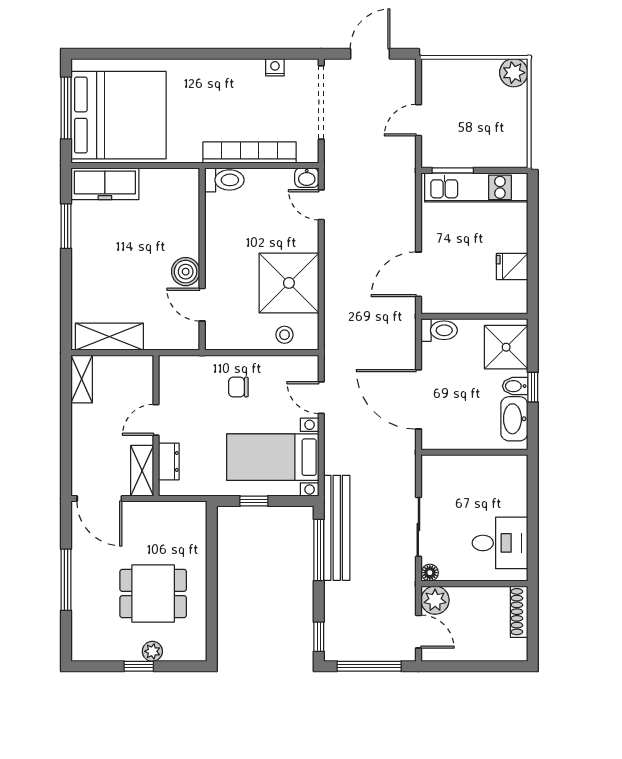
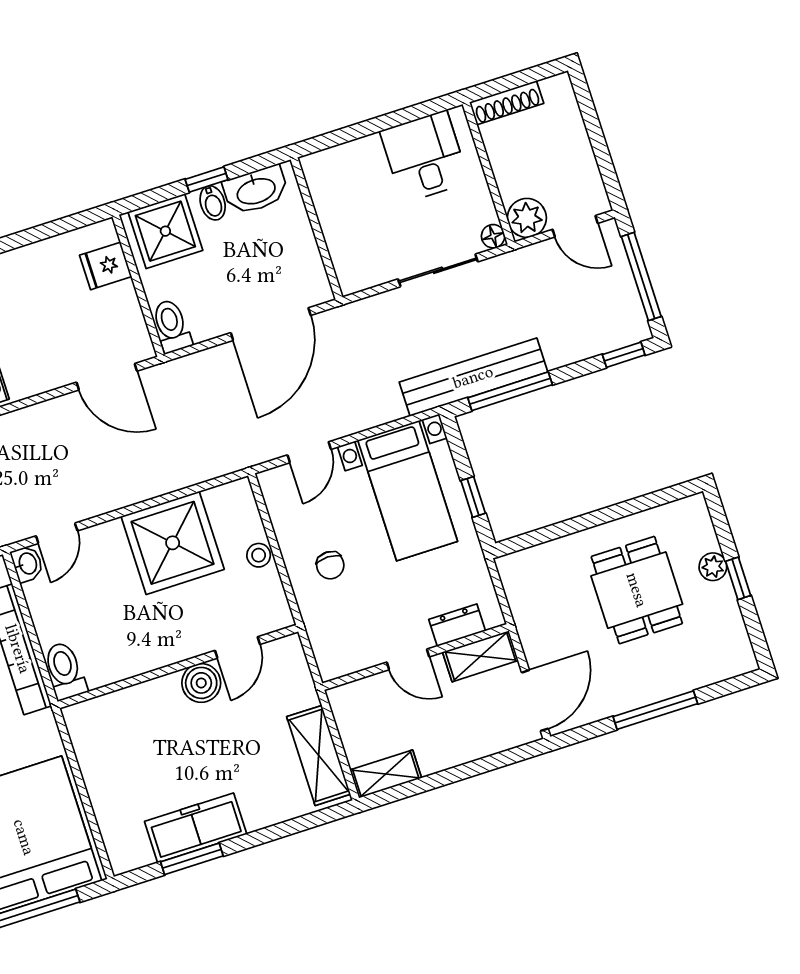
freezer: (105, 184) -> (196, 828), moved, turned -90
fridge: (512, 267) -> (106, 266), moved, turned 90
stool: (285, 335) -> (259, 555), moved
door: (418, 632) -> (575, 226), swing flipped

